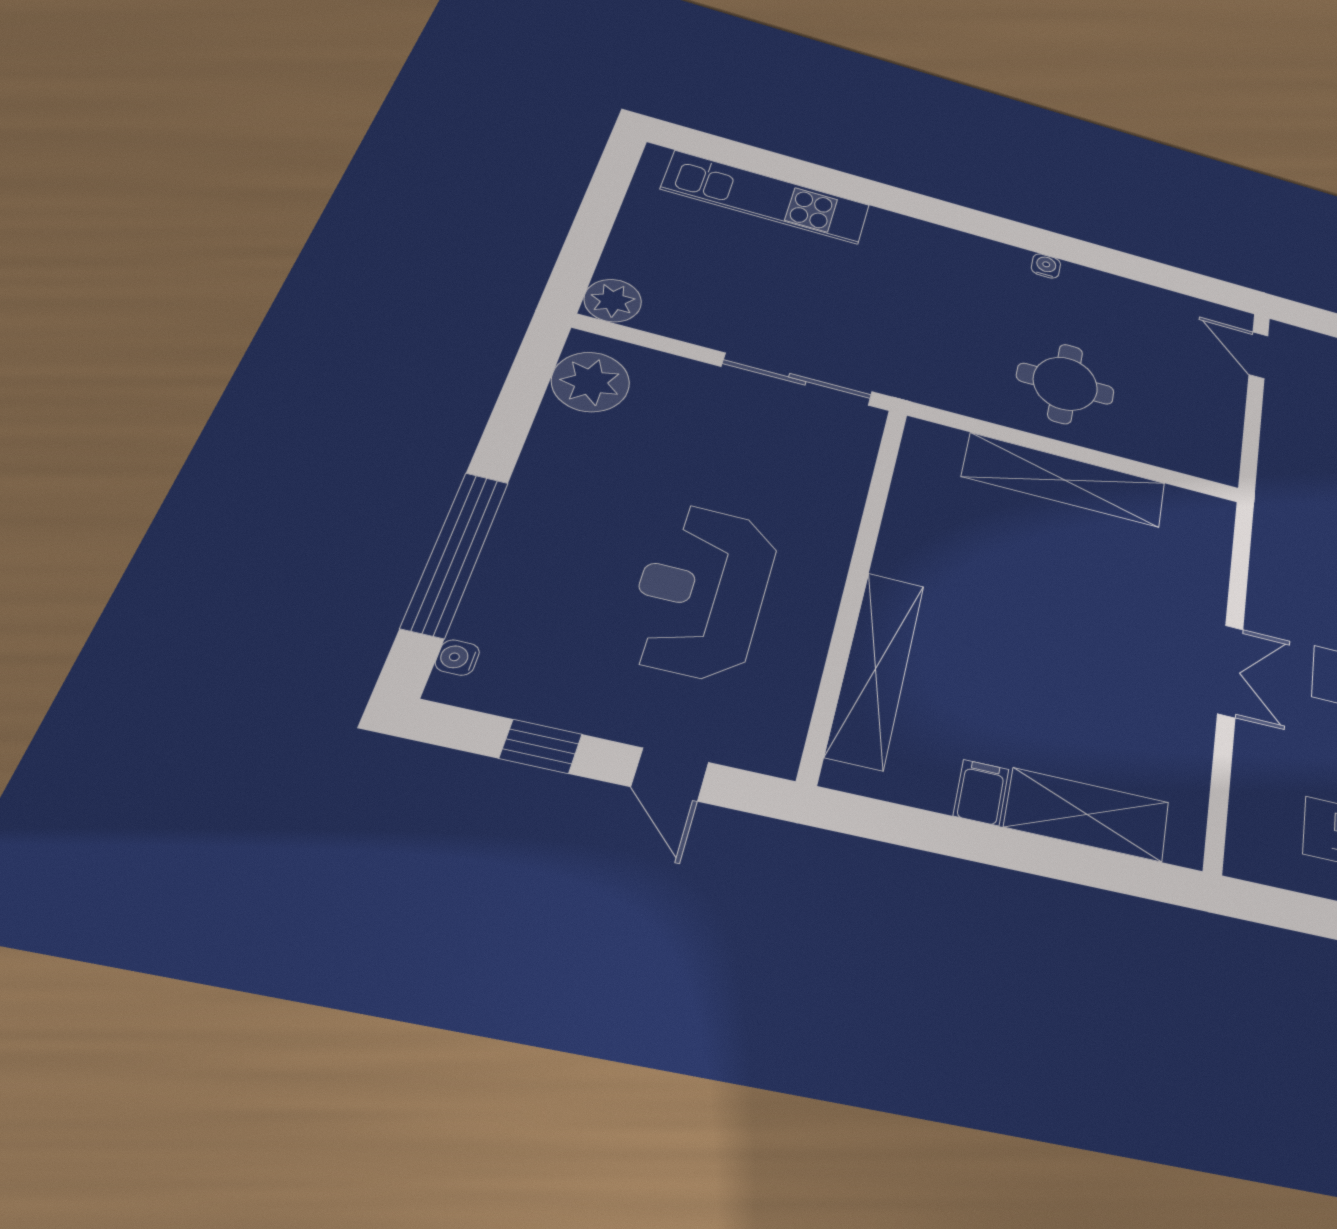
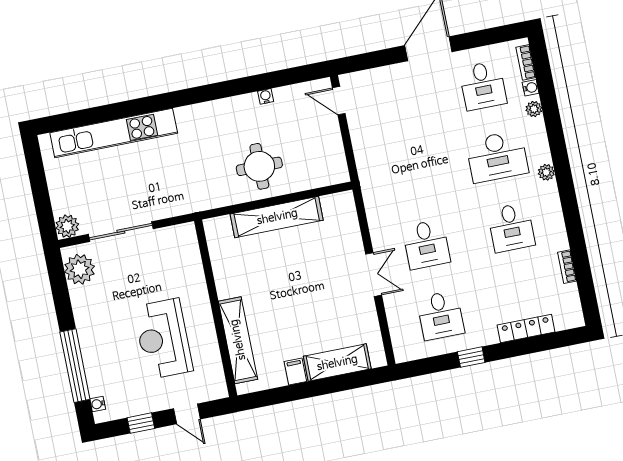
kitchen unit: (766, 197) -> (114, 133), width x1.36
water cooler: (1046, 266) -> (266, 96), moved
sliding door: (797, 379) -> (121, 232), moved

